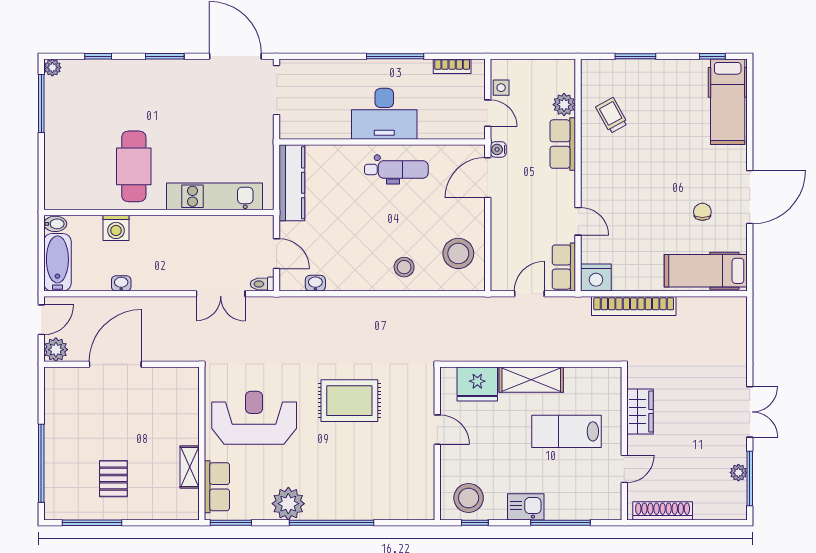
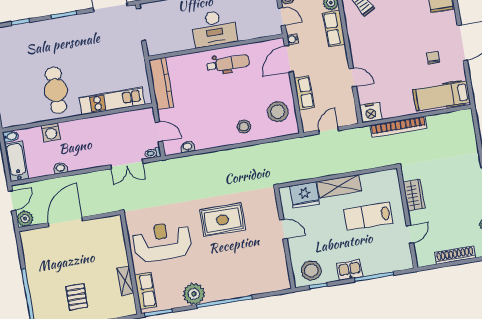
row of seats: (564, 267) -> (304, 93), moved, turned 180
shoe rack: (663, 511) -> (455, 255), moved

